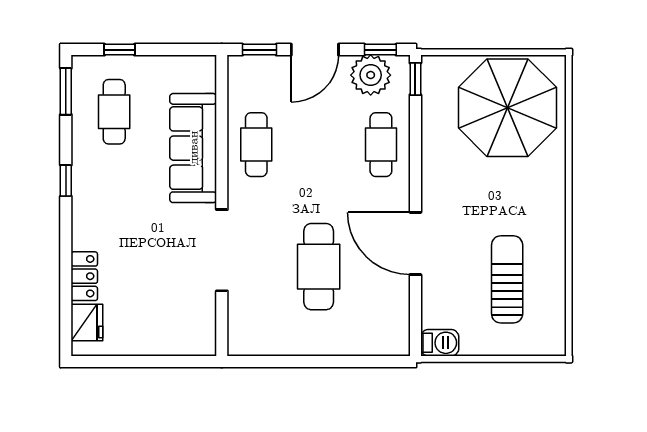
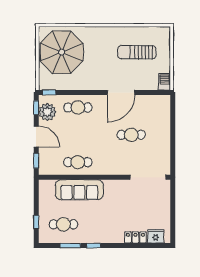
window: (66, 91) -> (70, 246), moved
doorway: (222, 250) -> (148, 177), moved
cafe table: (319, 267) -> (131, 135), width x0.73, depth x0.74

